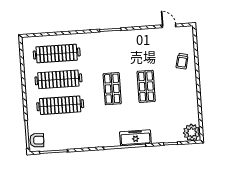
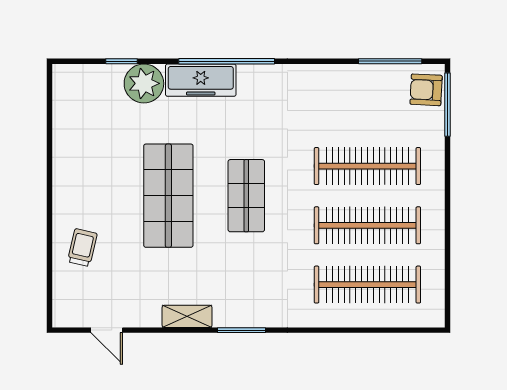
shelving: (134, 34) -> (187, 316), added
shop shelf: (146, 86) -> (168, 196), width x1.43, depth x1.36
plant: (192, 132) -> (144, 83), moved

